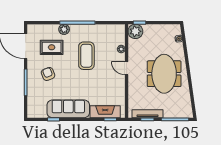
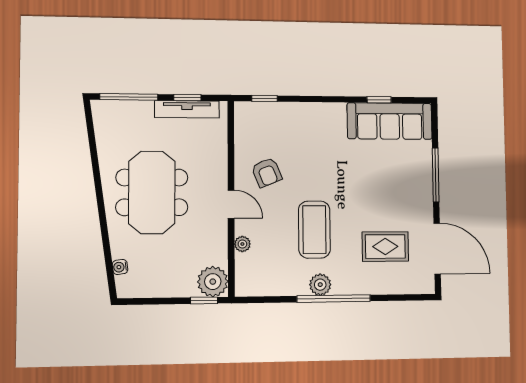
plant: (64, 29) -> (320, 285), moved
armchair: (48, 74) -> (267, 172), moved
sofa: (68, 109) -> (390, 121), moved
fireplace: (105, 112) -> (275, 114), removed

